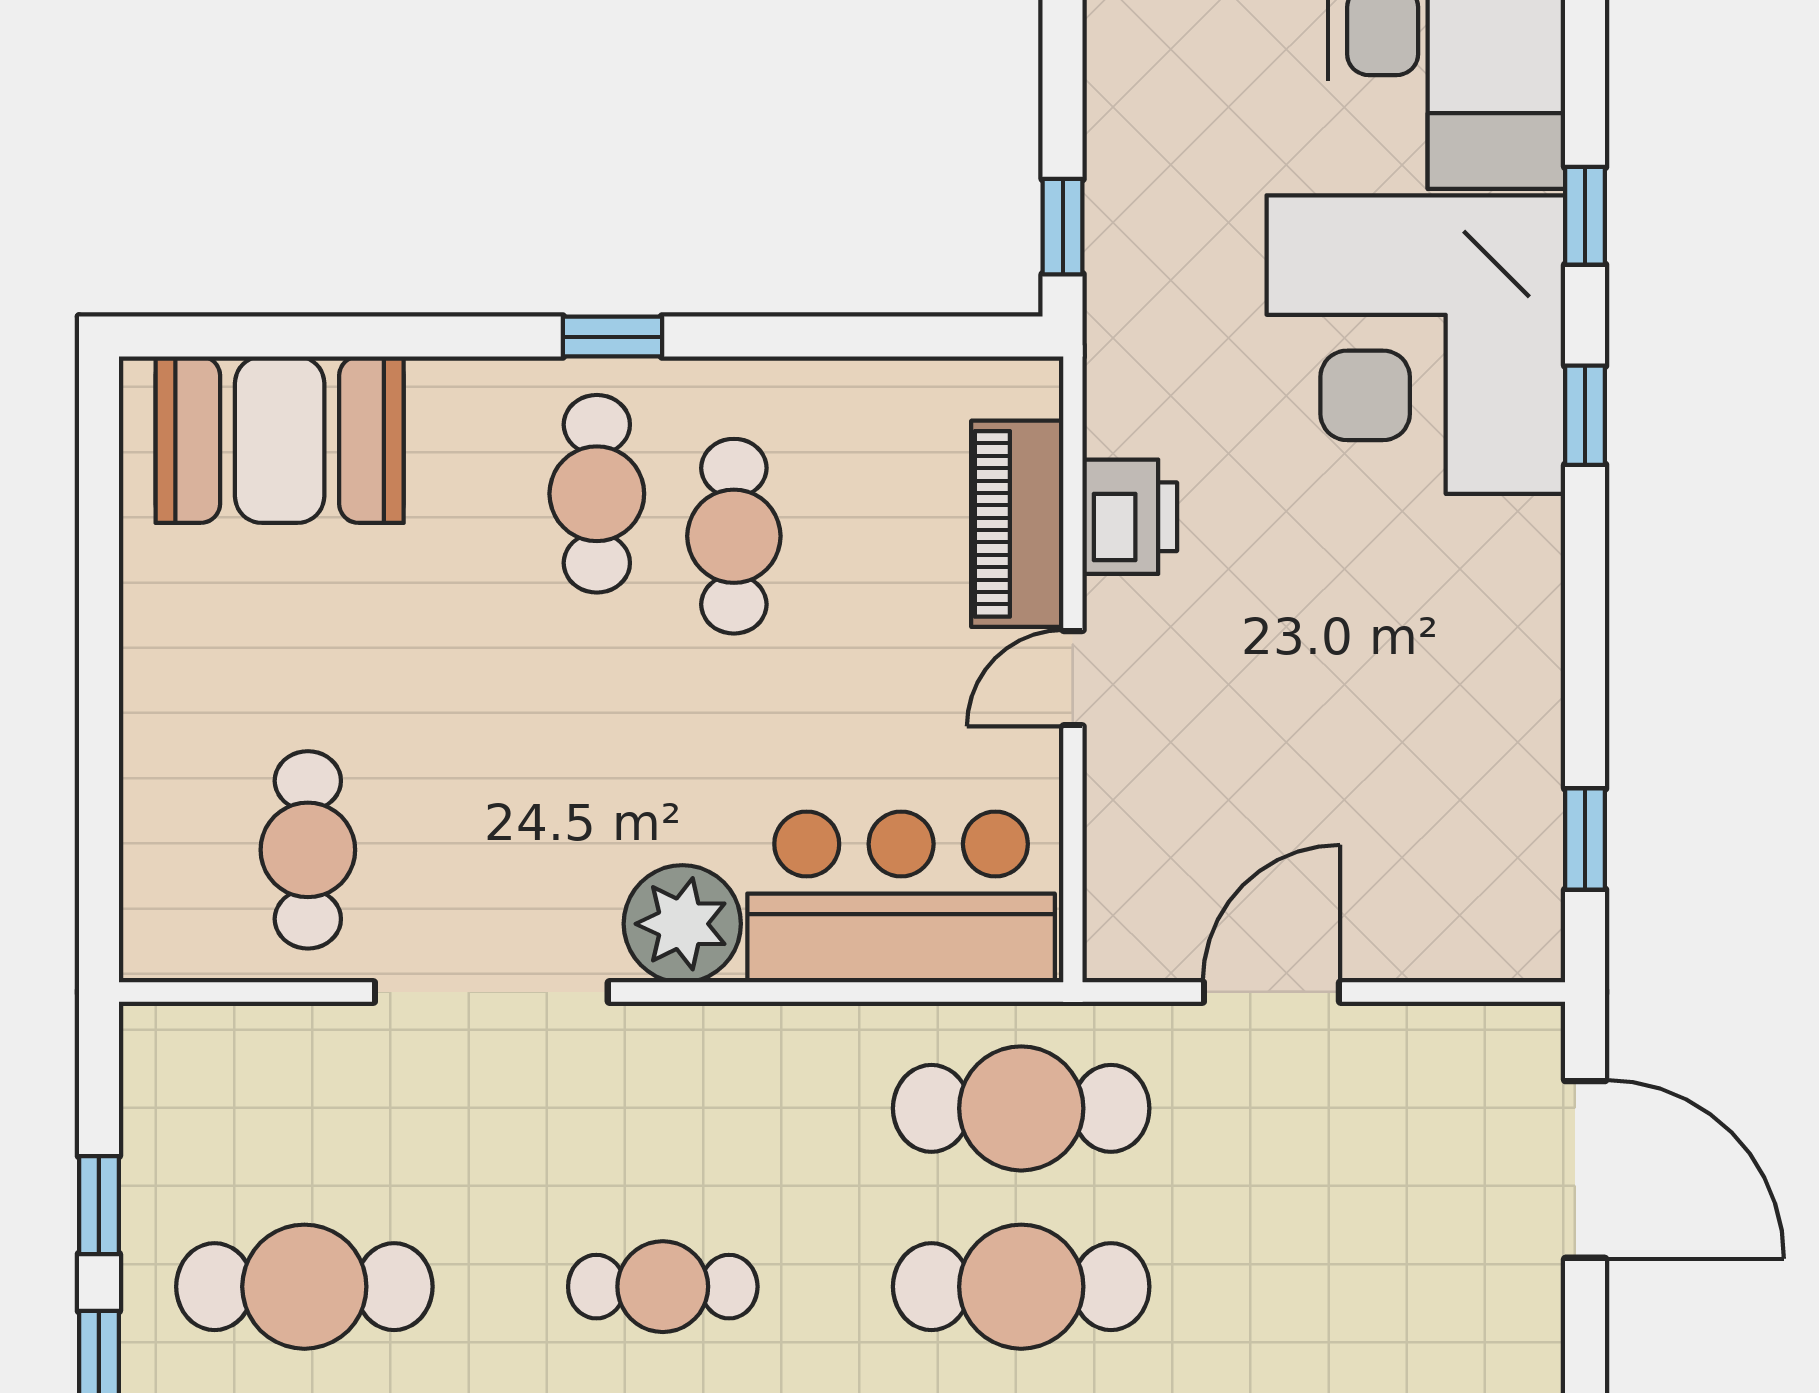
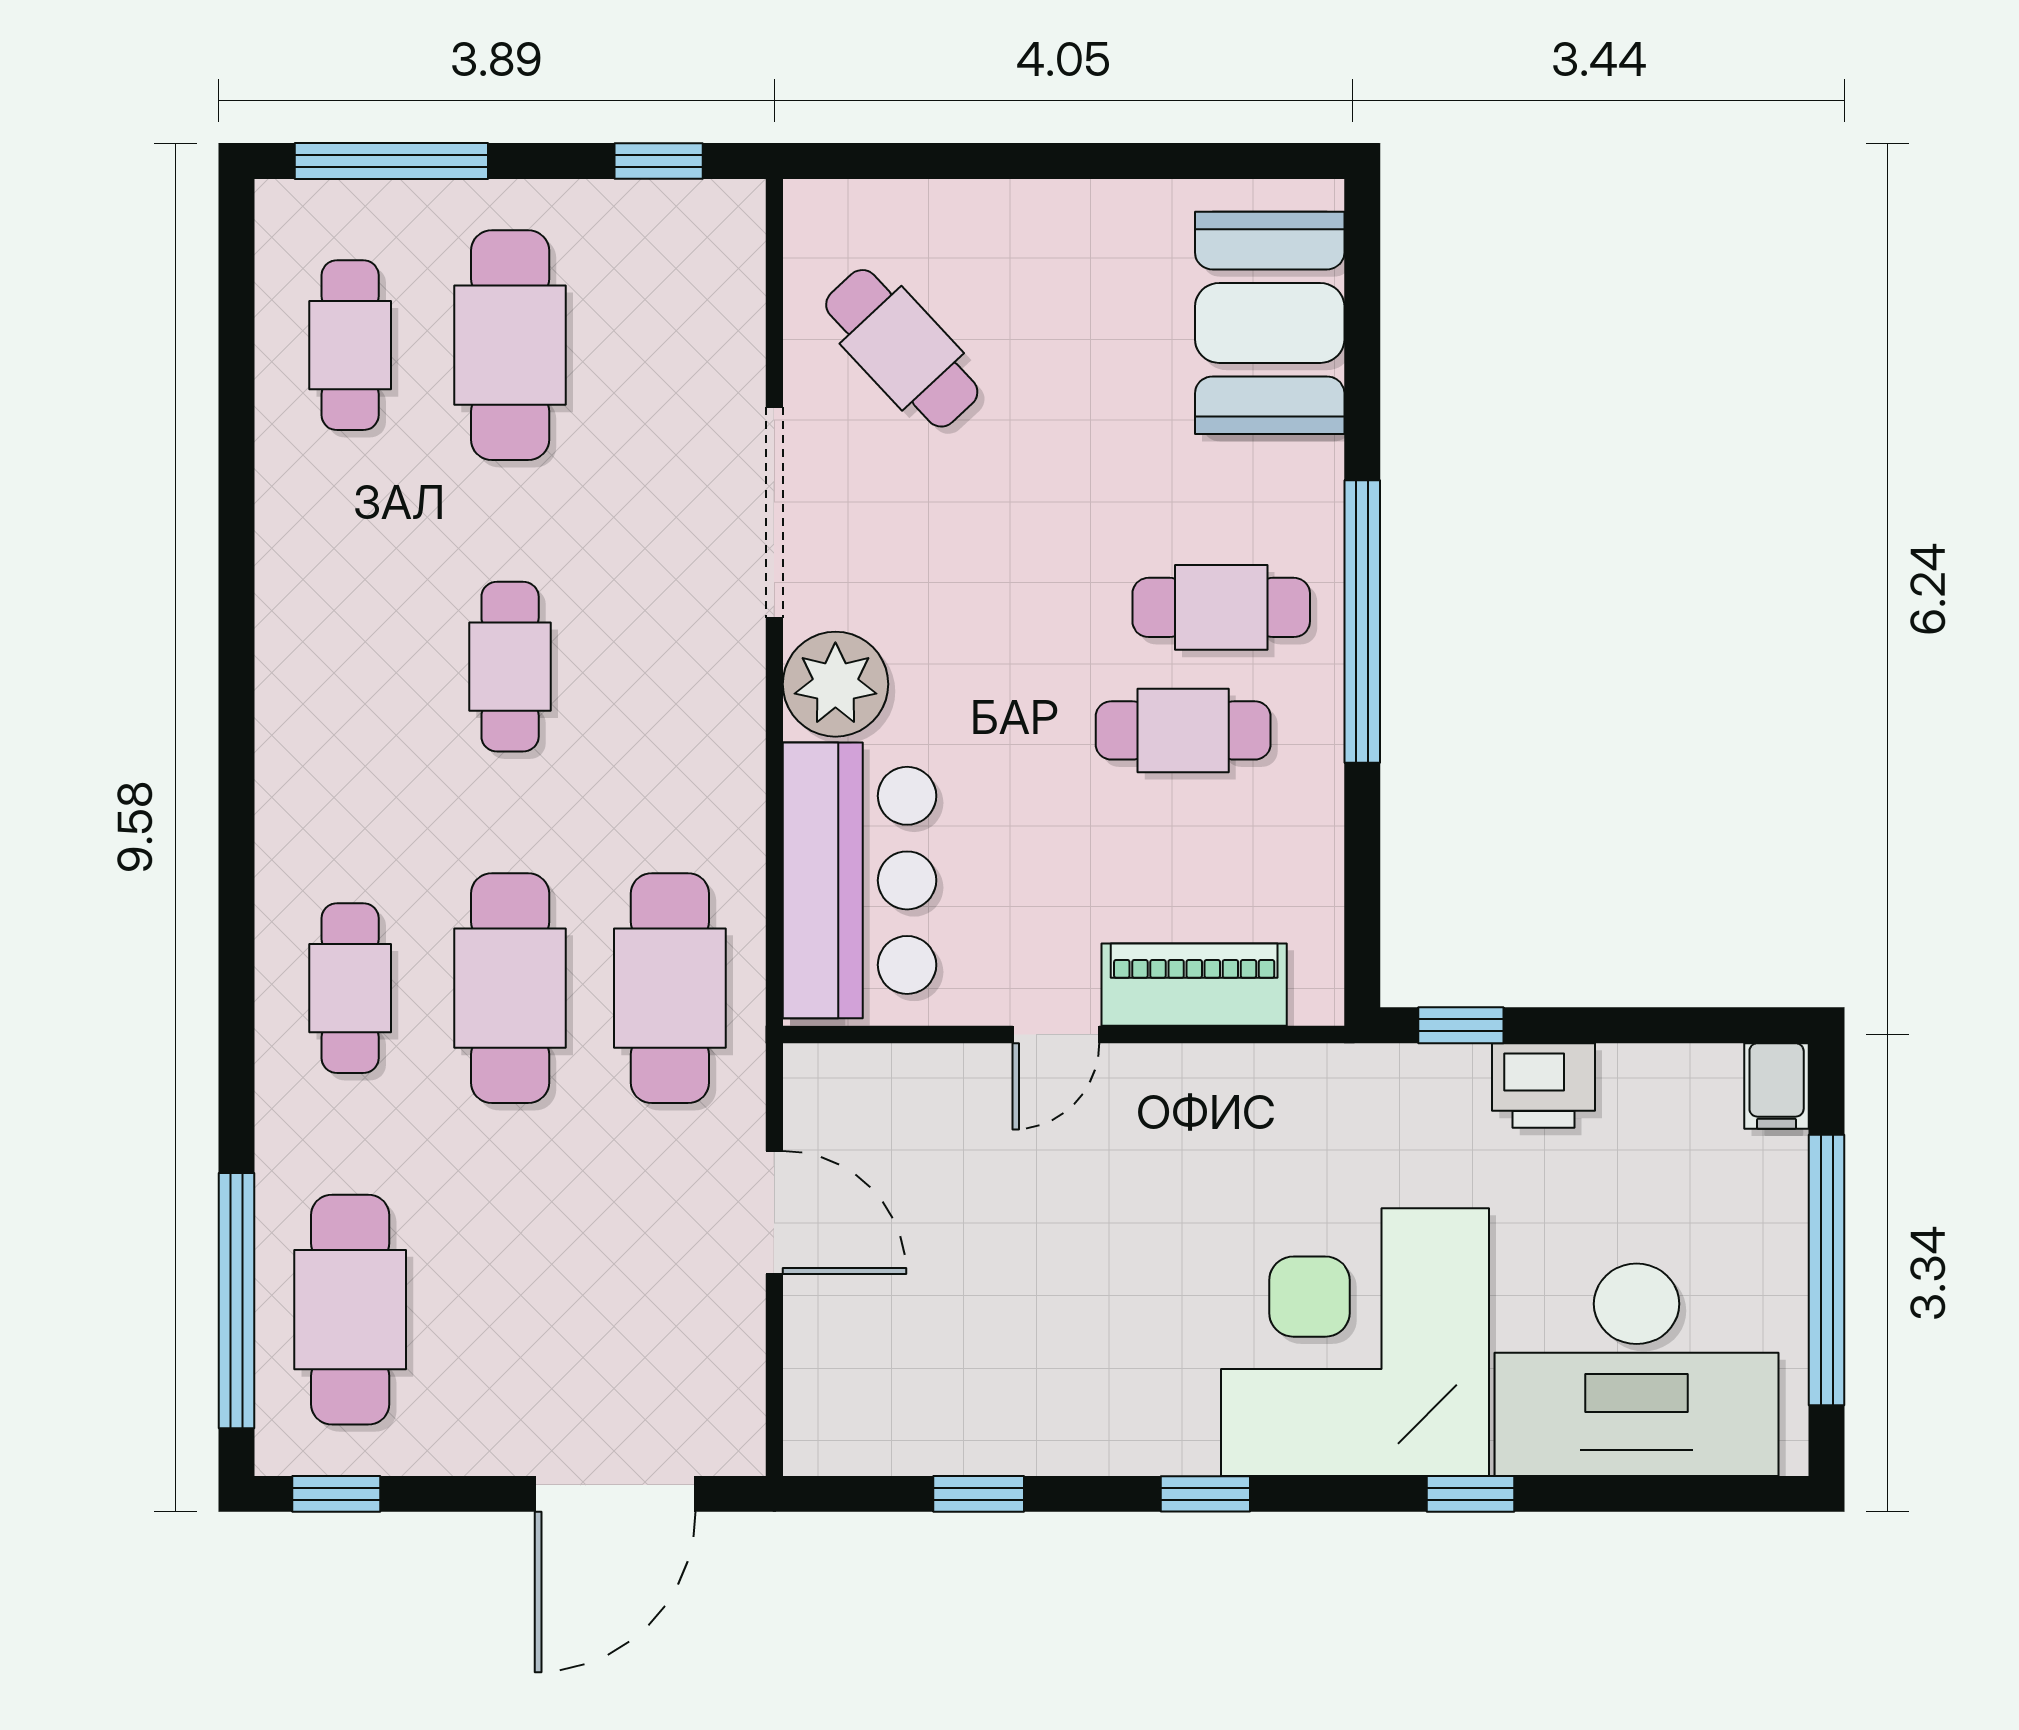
window: (612, 337) -> (1362, 621), width x3.17
window: (1585, 415) -> (1205, 1494), moved
printer: (1130, 517) -> (1543, 1086), moved
door: (1073, 678) -> (1056, 1035), swing flipped
window: (1585, 839) -> (979, 1494), moved
cafe table: (308, 850) -> (902, 348), turned 47
window: (99, 1205) -> (659, 161), moved

